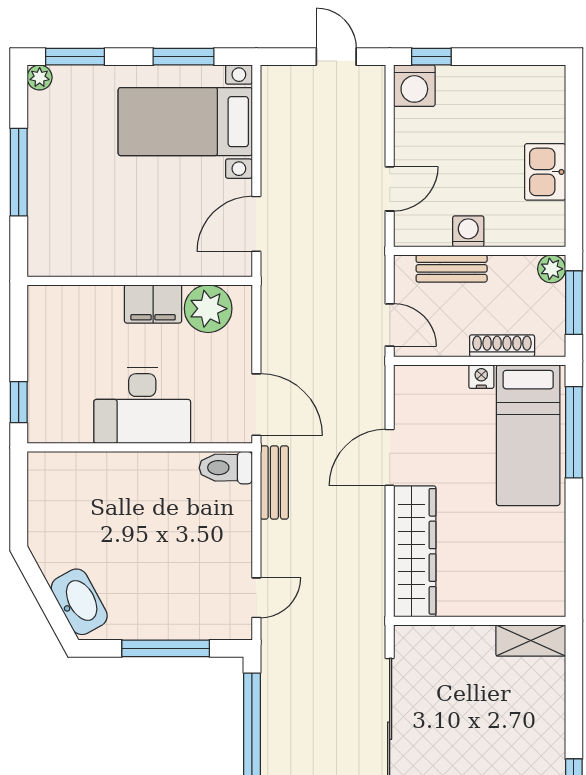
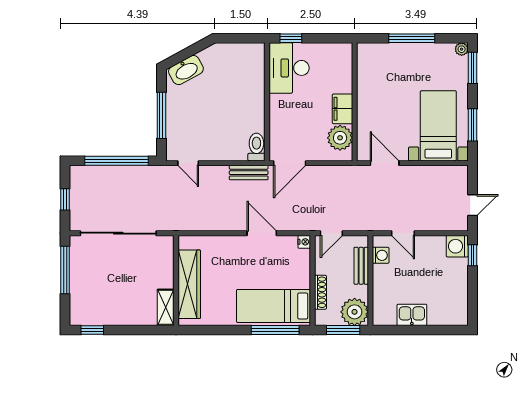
washing machine: (468, 231) -> (381, 255), moved
plant: (552, 269) -> (355, 312), width x1.88, depth x1.88
nightstand: (481, 377) -> (304, 242), moved
desk: (142, 406) -> (289, 68), moved
wardrobe: (415, 551) -> (189, 284), moved, turned -90

